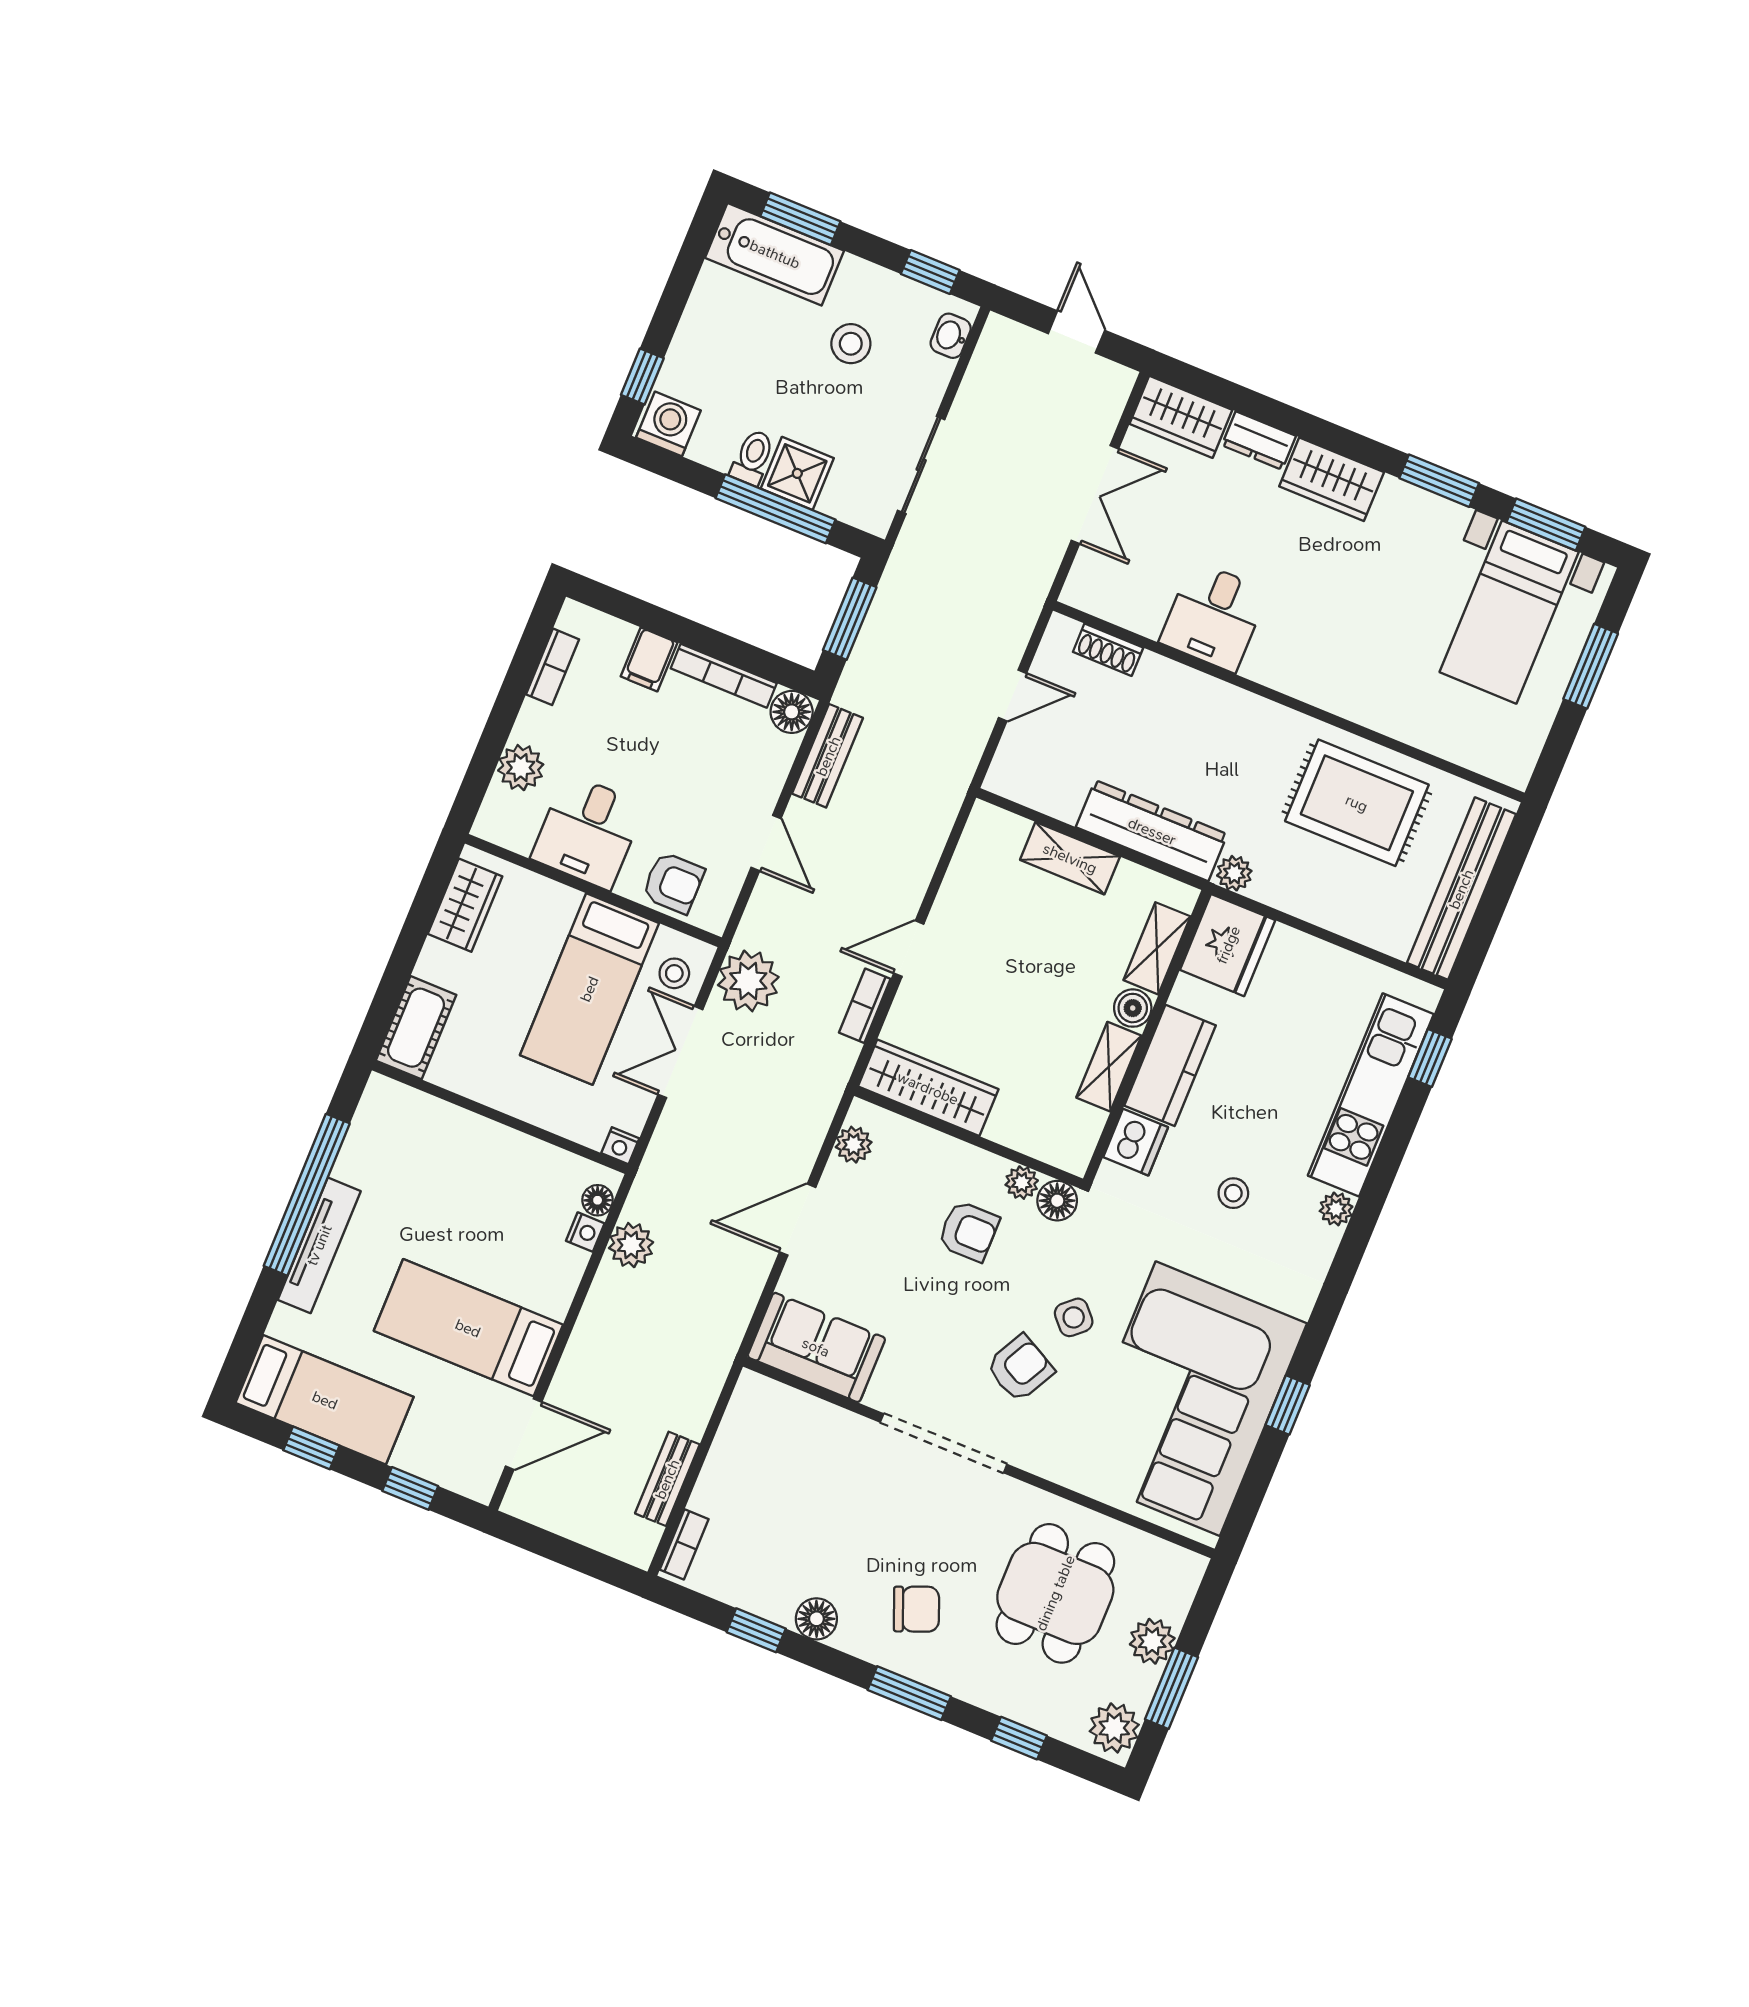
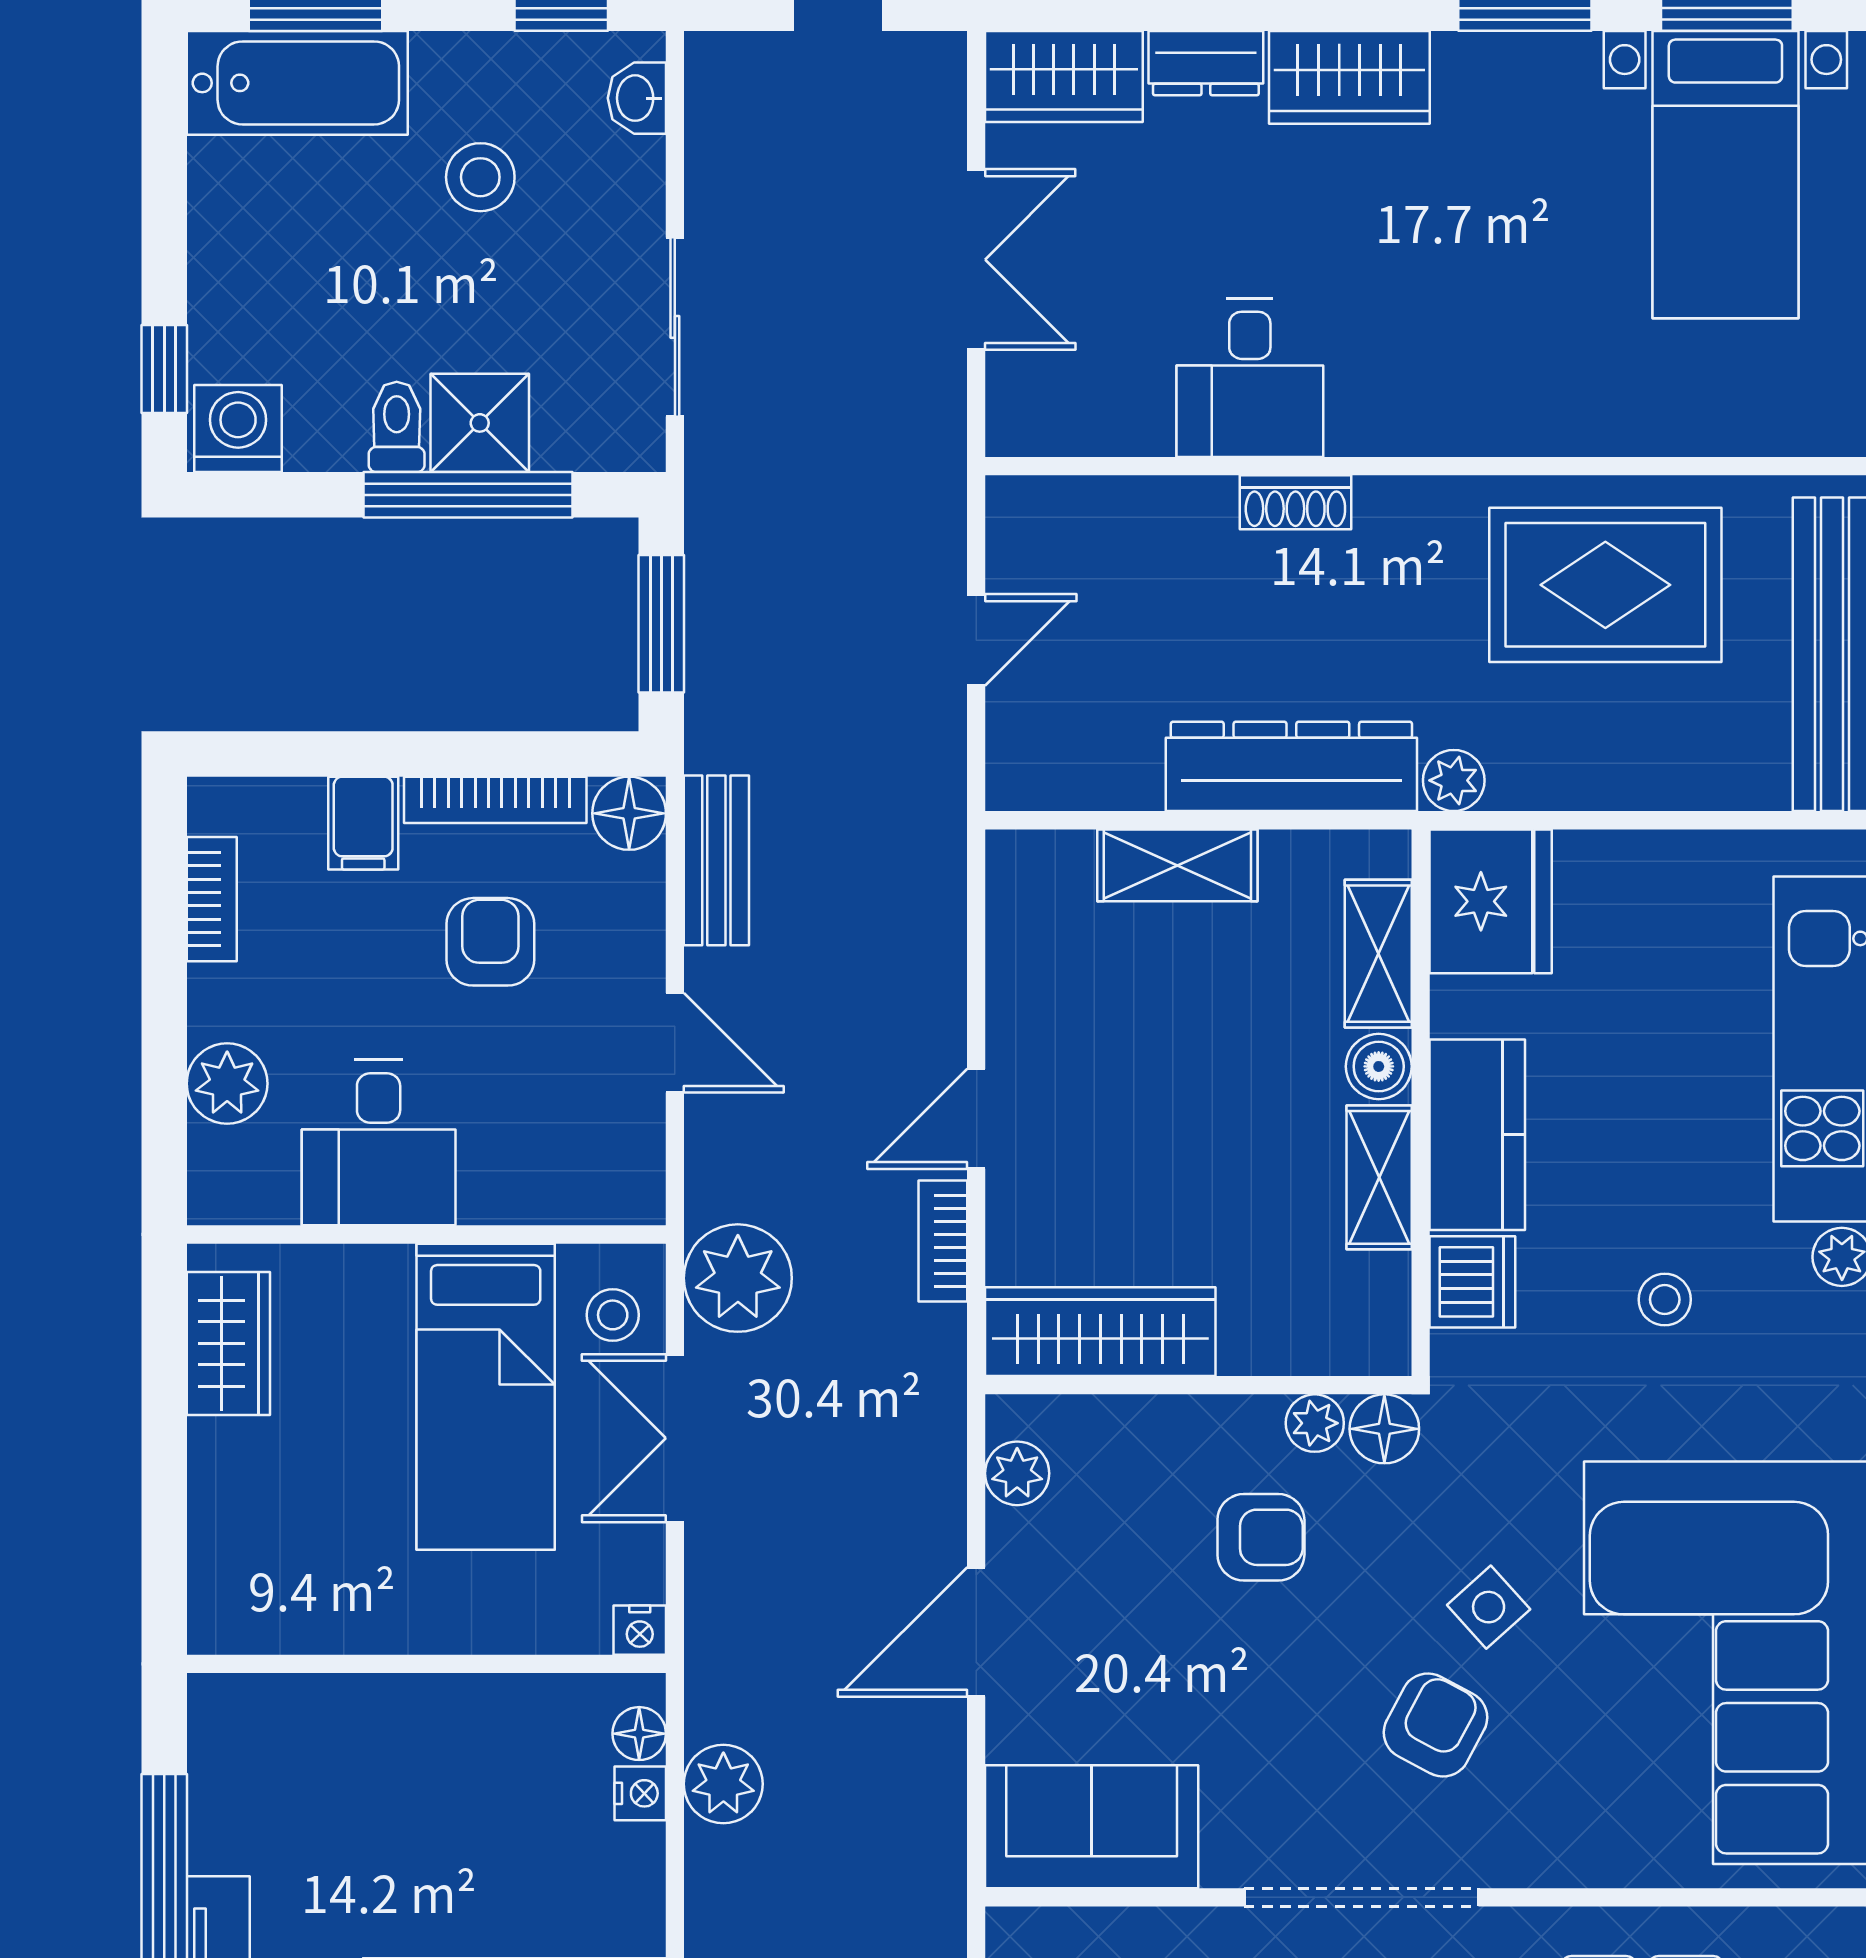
shoe rack: (1108, 650) -> (1295, 502), moved
armchair: (673, 883) -> (490, 942), moved, turned -90
cot: (416, 1028) -> (230, 1575), removed

